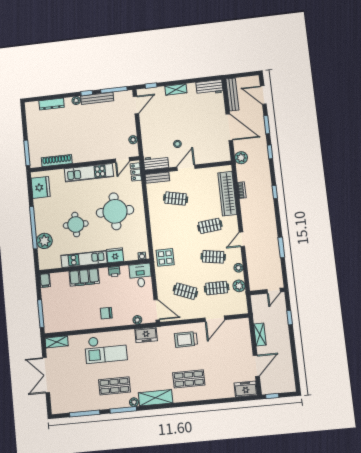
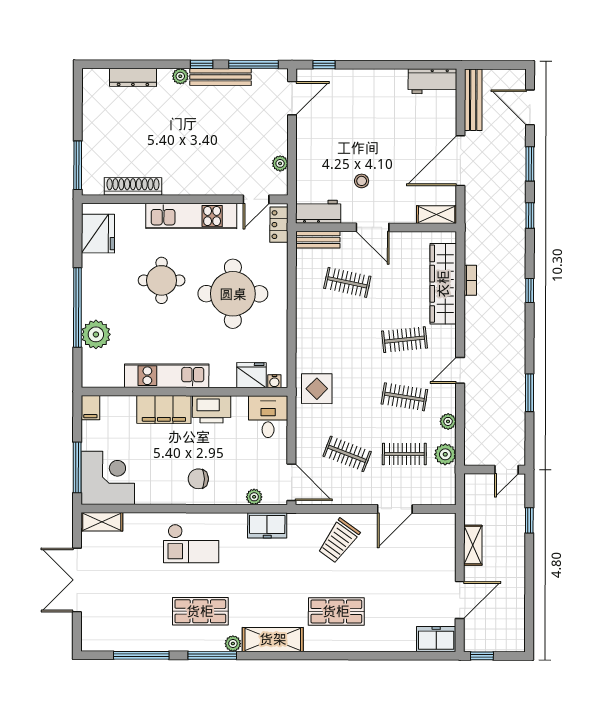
shelving: (176, 89) -> (437, 215), moved
door: (229, 127) -> (460, 161), swing flipped
plant: (241, 158) -> (476, 220), removed
door: (186, 168) -> (373, 227), swing flipped
round table: (76, 225) -> (162, 280), moved
fridge: (115, 255) -> (252, 375), moved
printer: (114, 272) -> (212, 409), width x1.87, depth x1.48
corner desk: (58, 318) -> (108, 478), added
trolley: (186, 339) -> (339, 541), turned -54
checkout: (106, 349) -> (191, 544), width x0.73, depth x0.83

